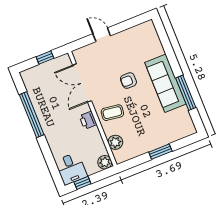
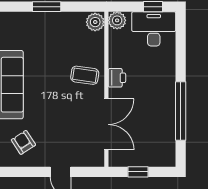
armchair: (128, 81) -> (23, 142), moved, turned -123
plant: (115, 142) -> (95, 22), moved
desk: (71, 169) -> (154, 29), width x1.37

